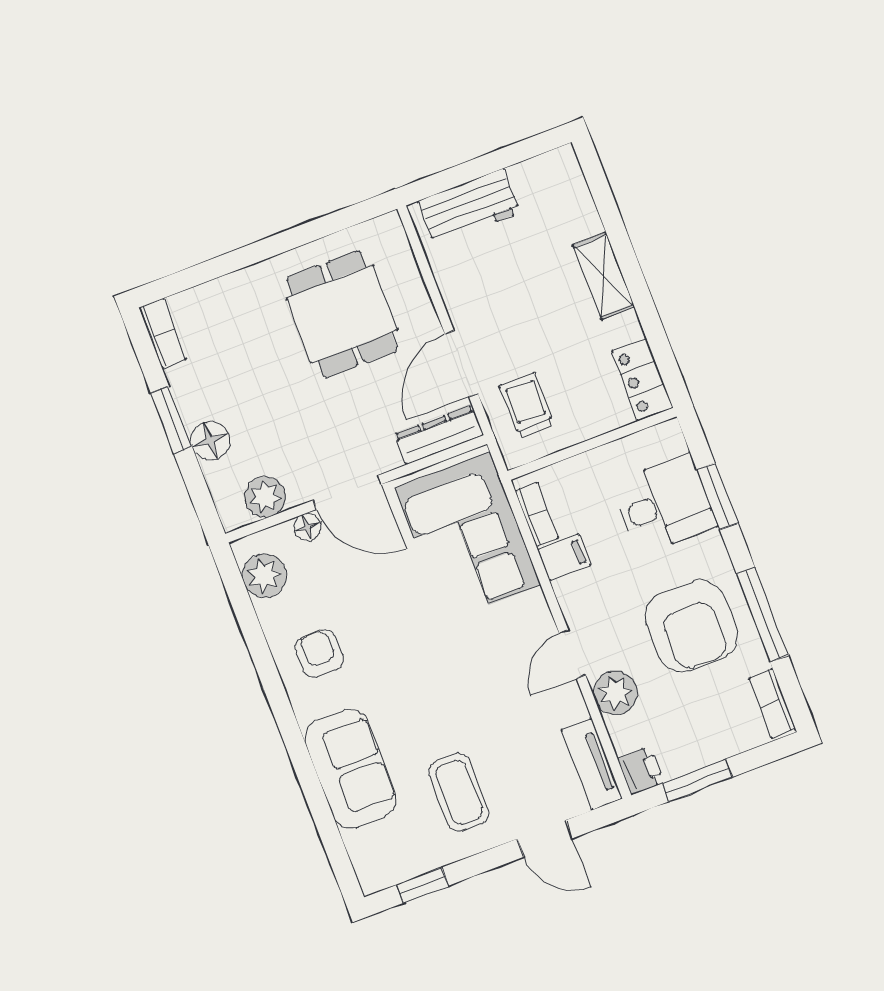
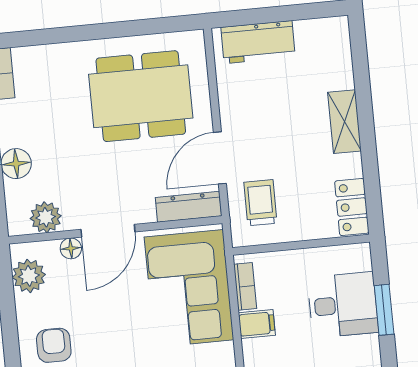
dining table: (342, 314) -> (141, 96), width x1.38
door: (347, 492) -> (108, 231), hinge flipped

